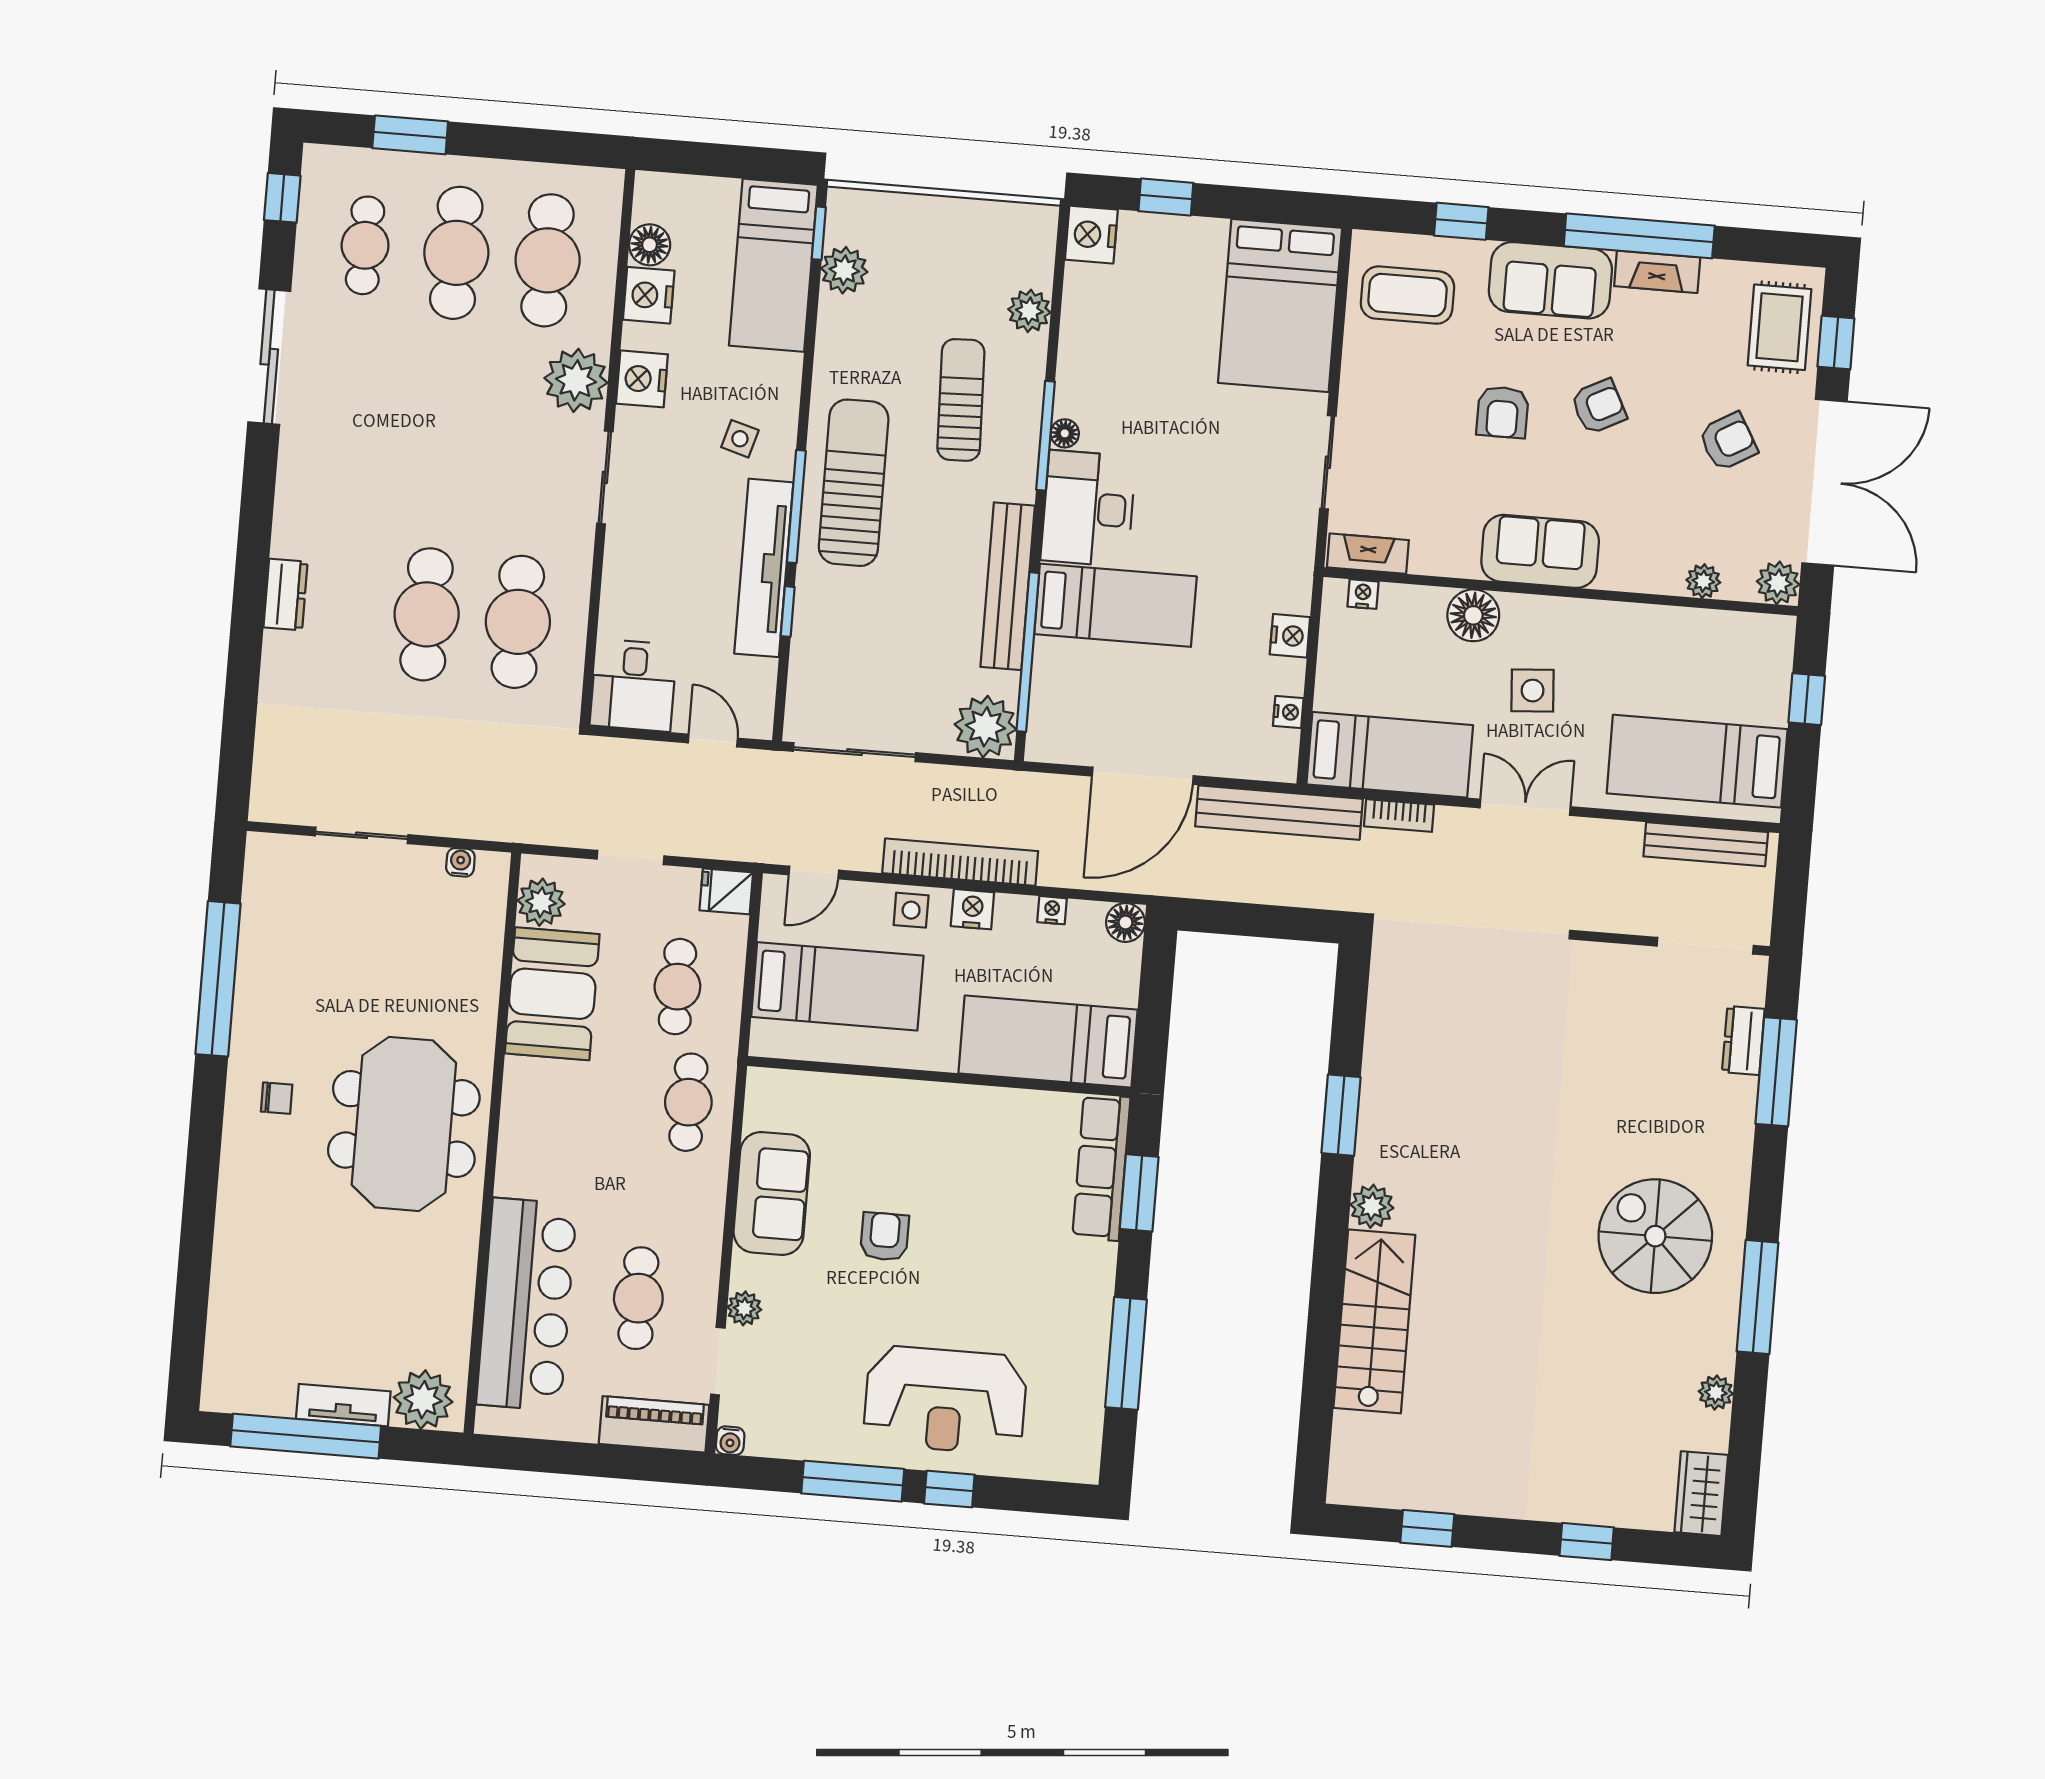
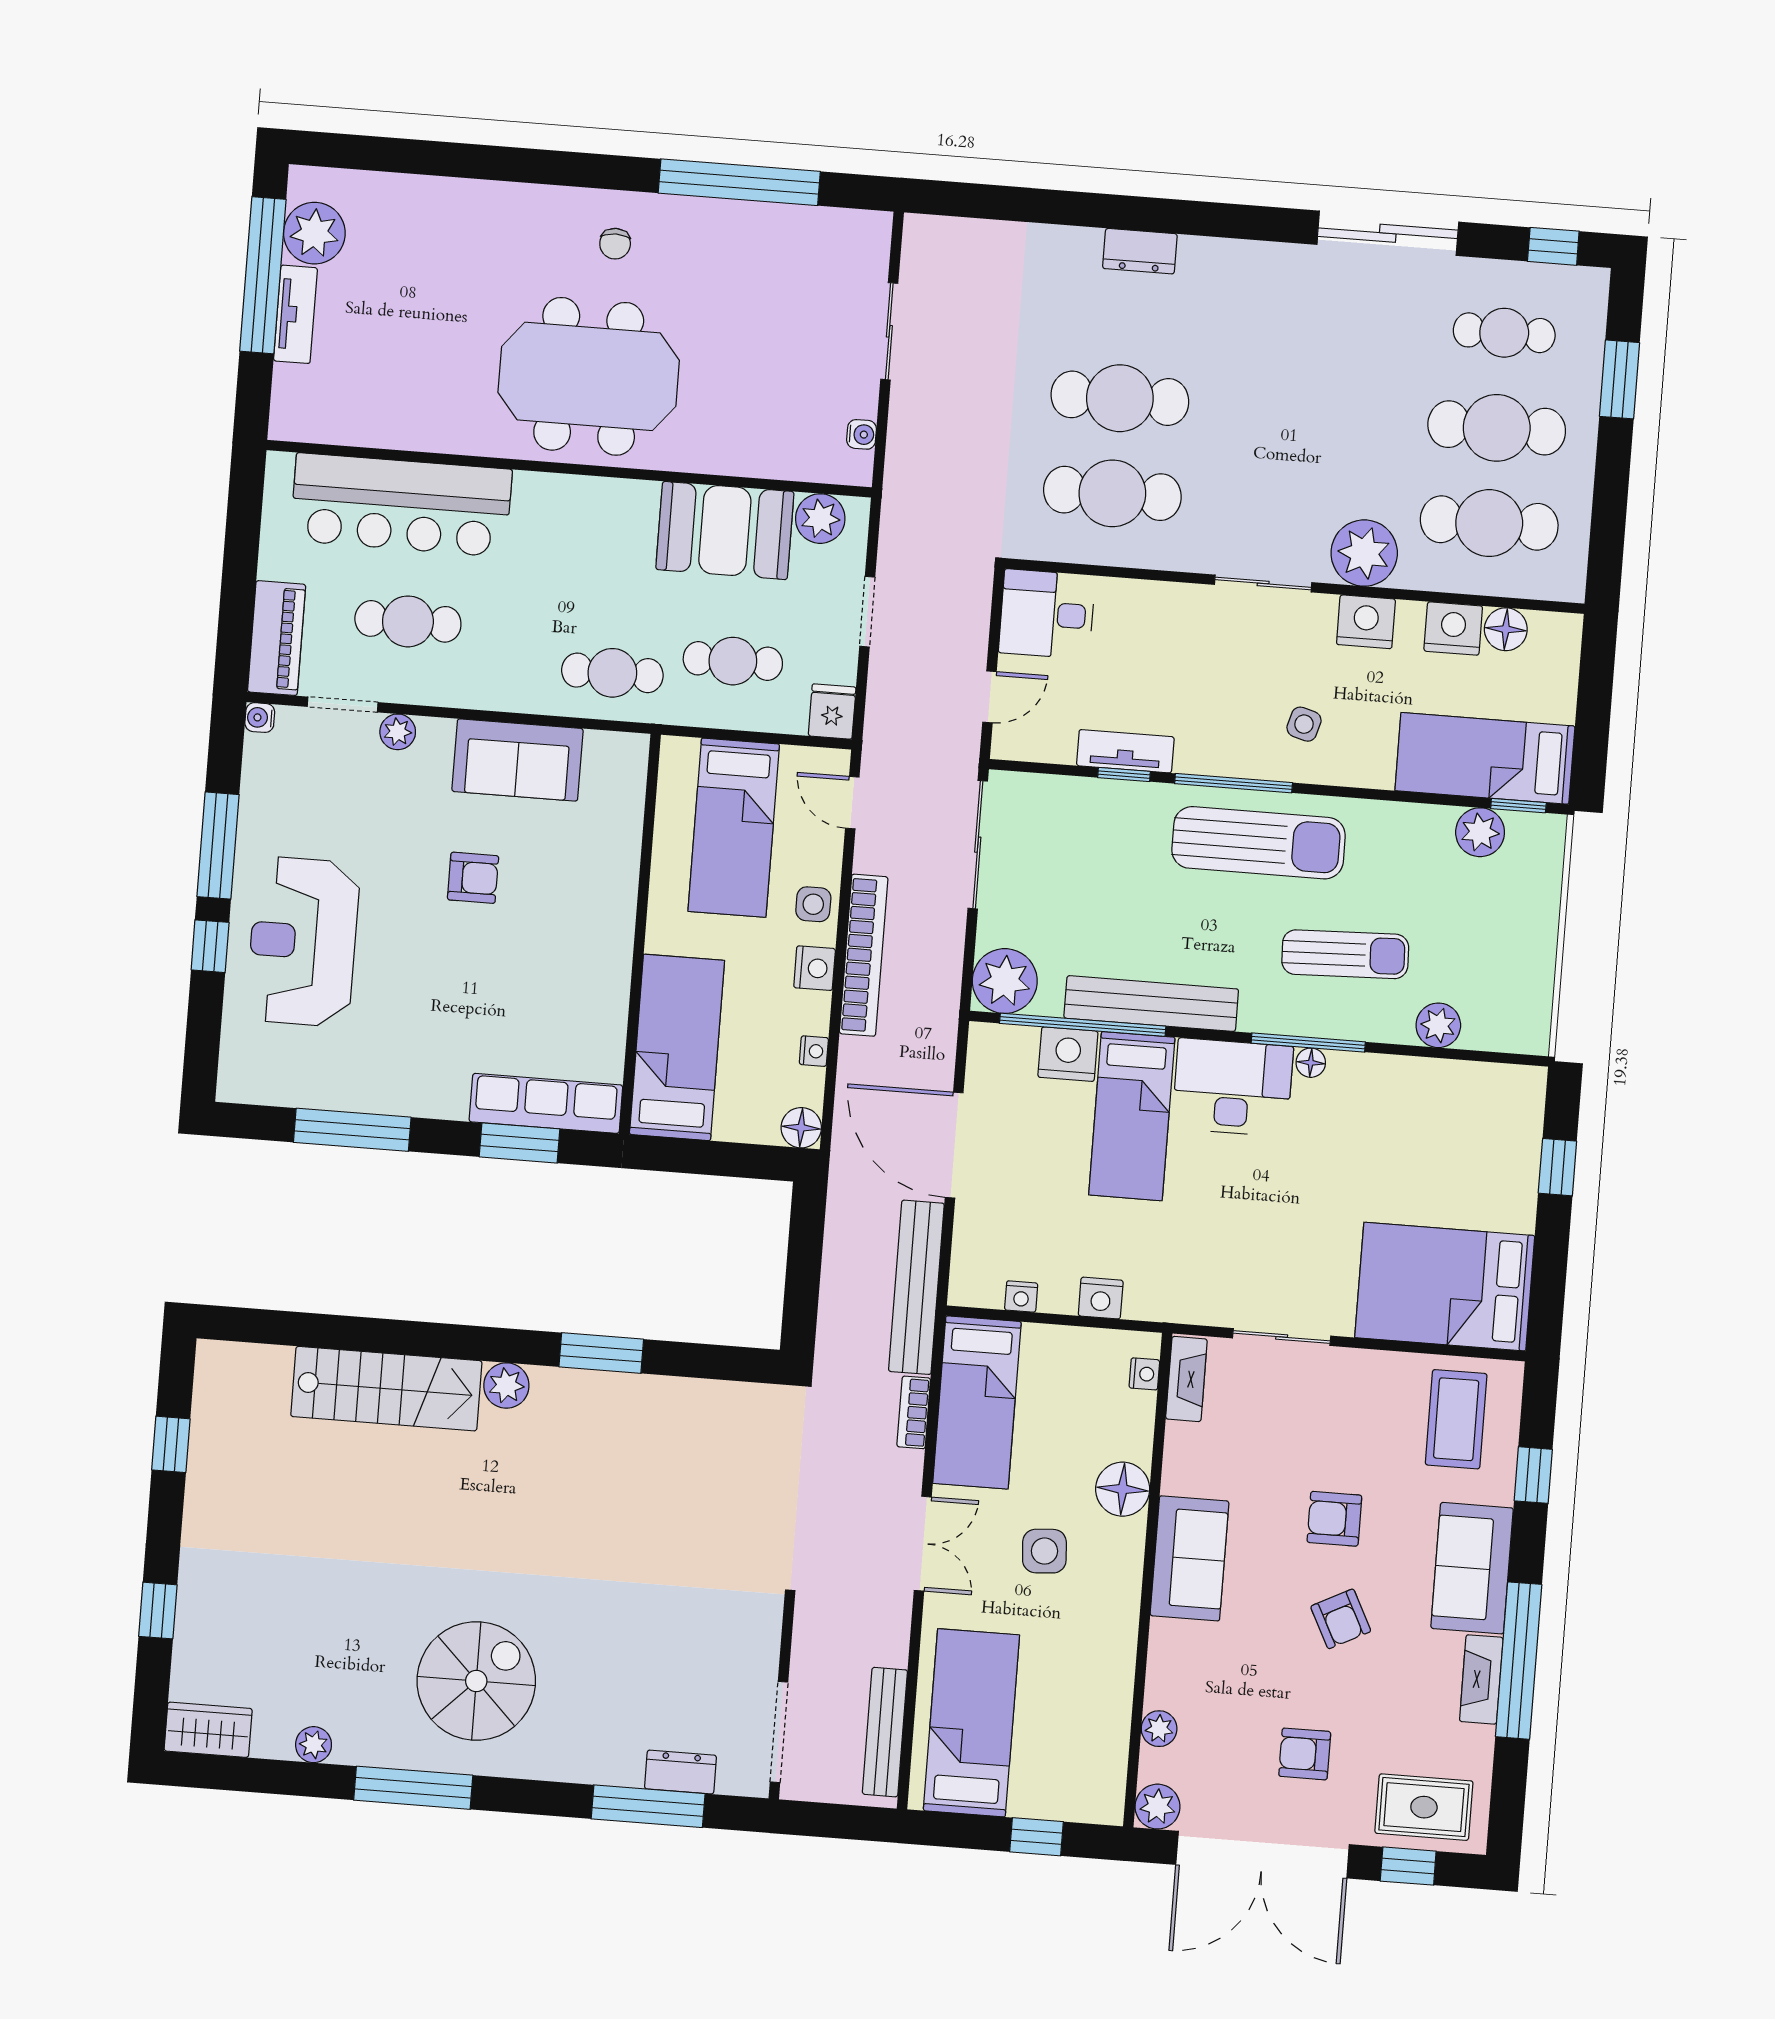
nightstand: (1091, 235) -> (1068, 1054), moved
armchair: (1728, 441) -> (1305, 1754), turned 120
tv unit: (764, 568) -> (1125, 751), width x0.52, depth x0.78
plant: (423, 1400) -> (314, 233), moved

